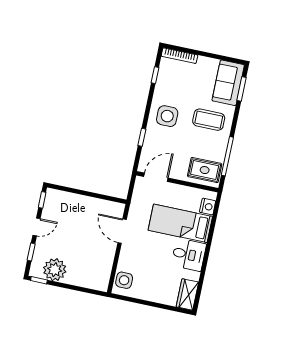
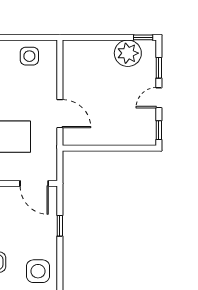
side table: (167, 116) -> (38, 271), moved
door: (156, 177) -> (34, 183), hinge flipped
side table: (124, 280) -> (29, 56), moved

